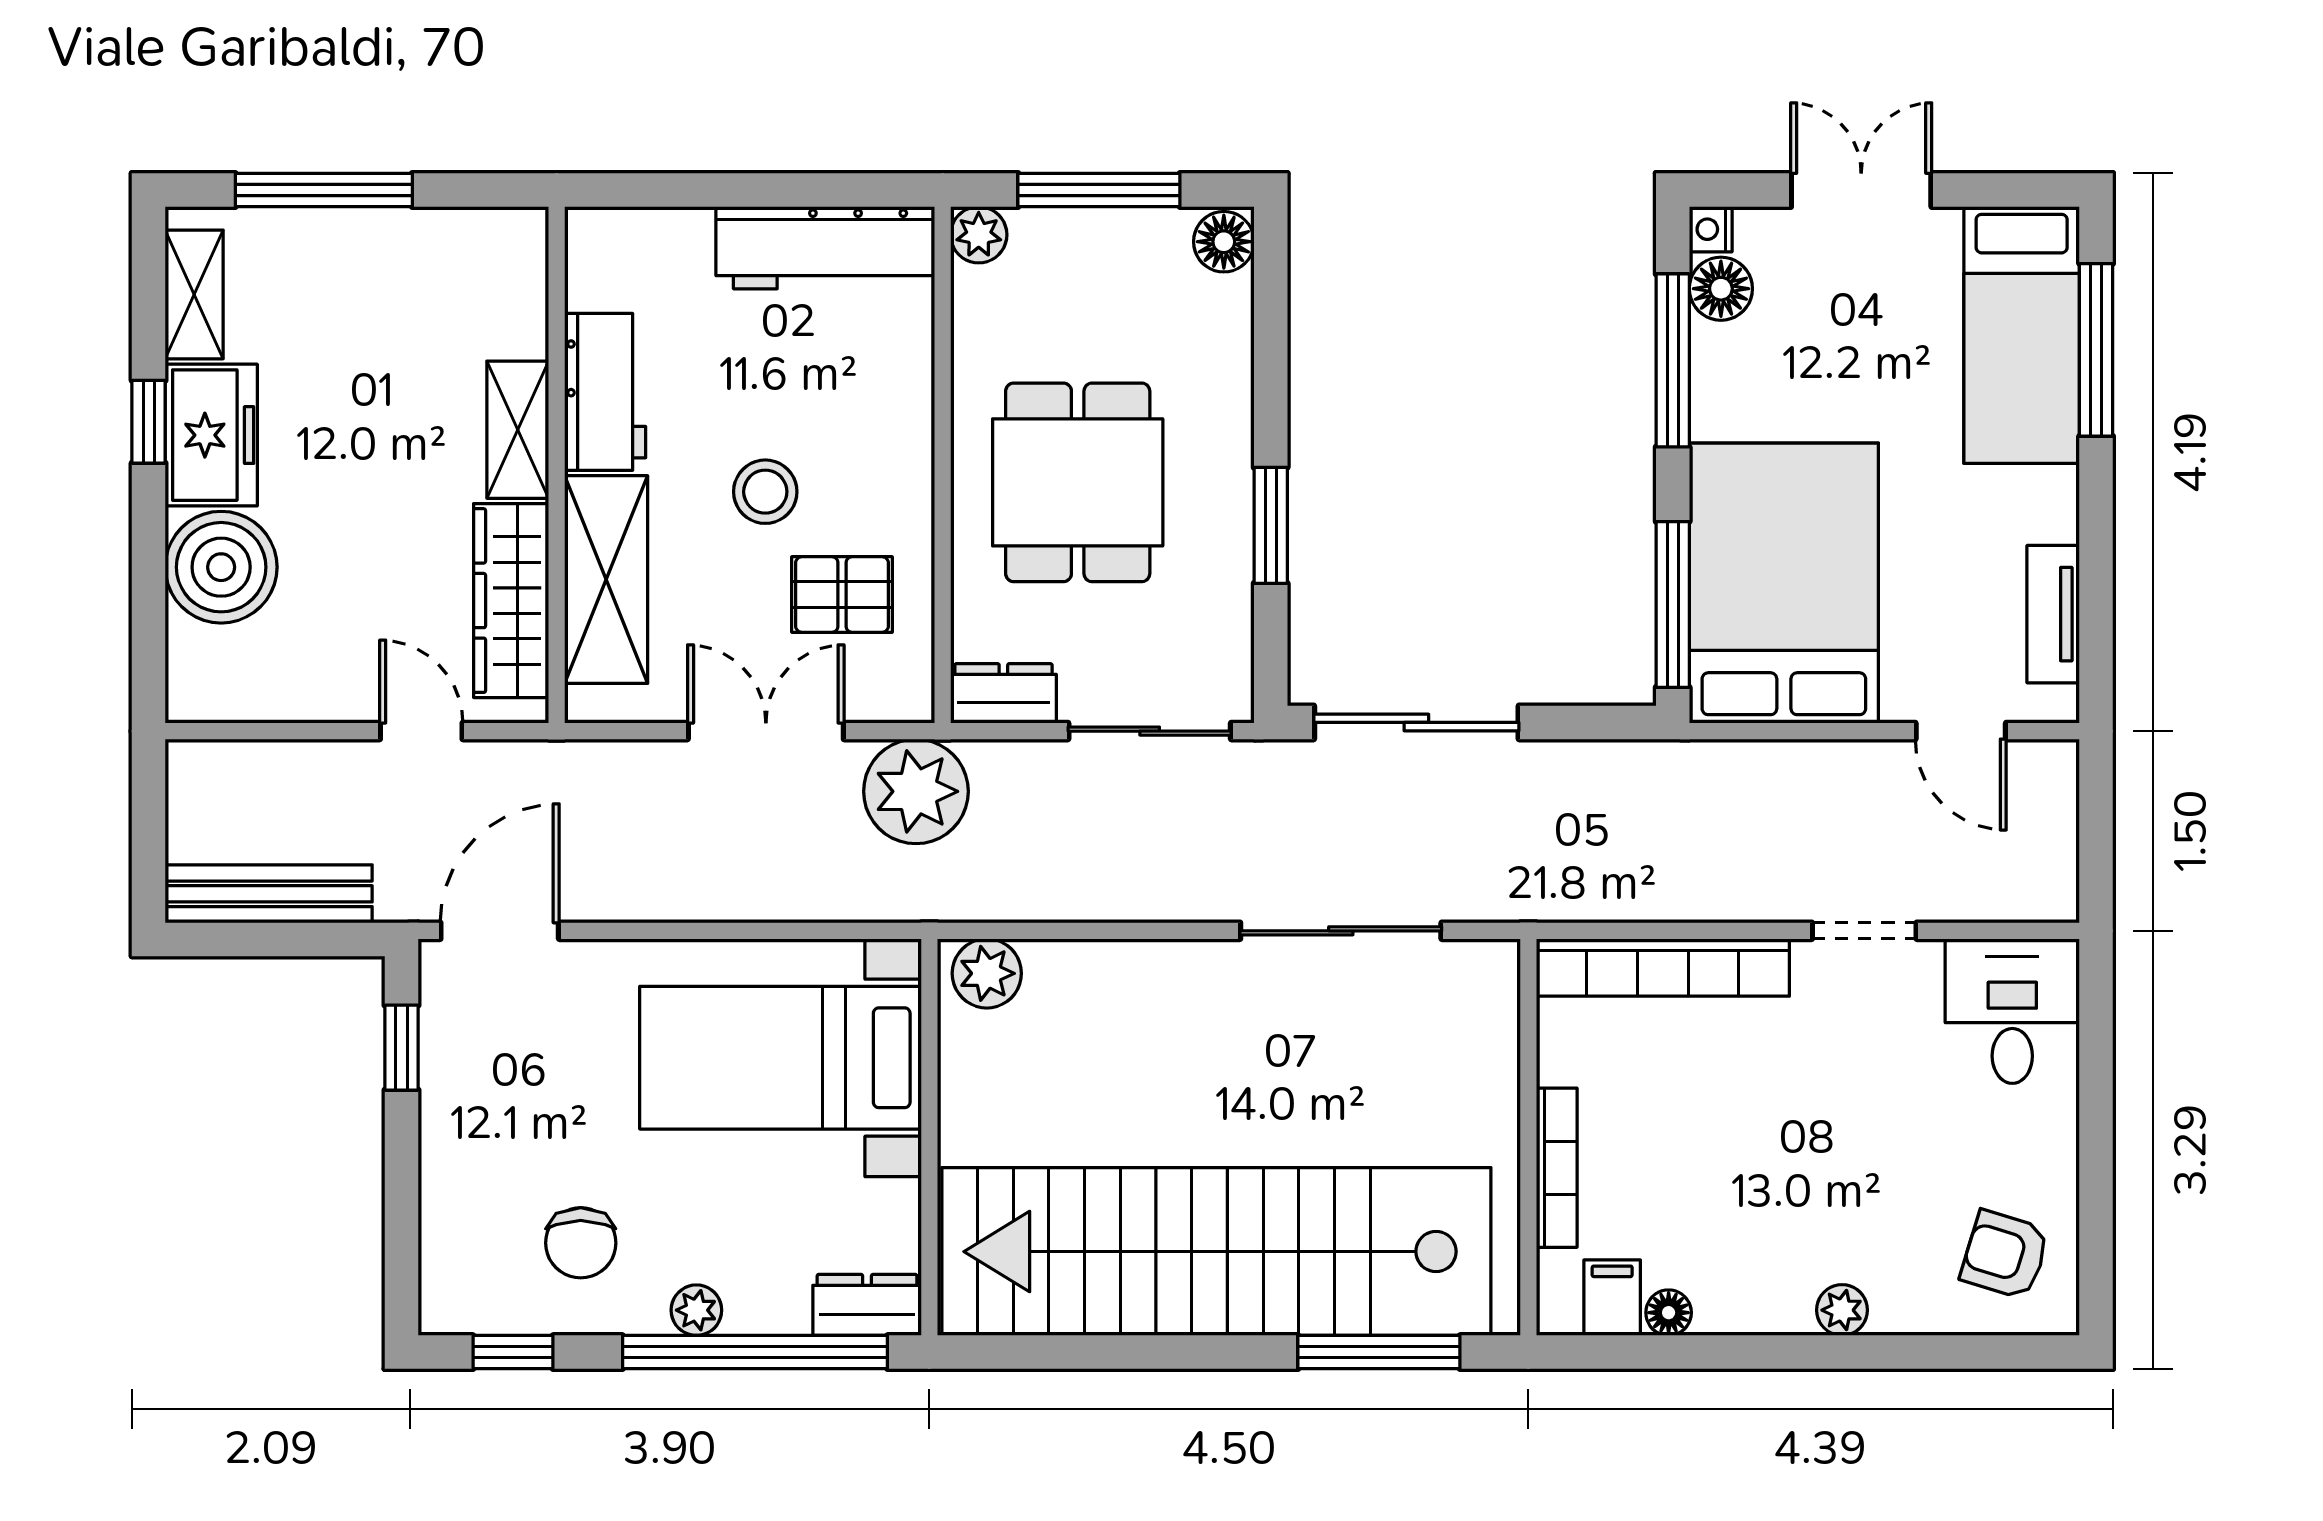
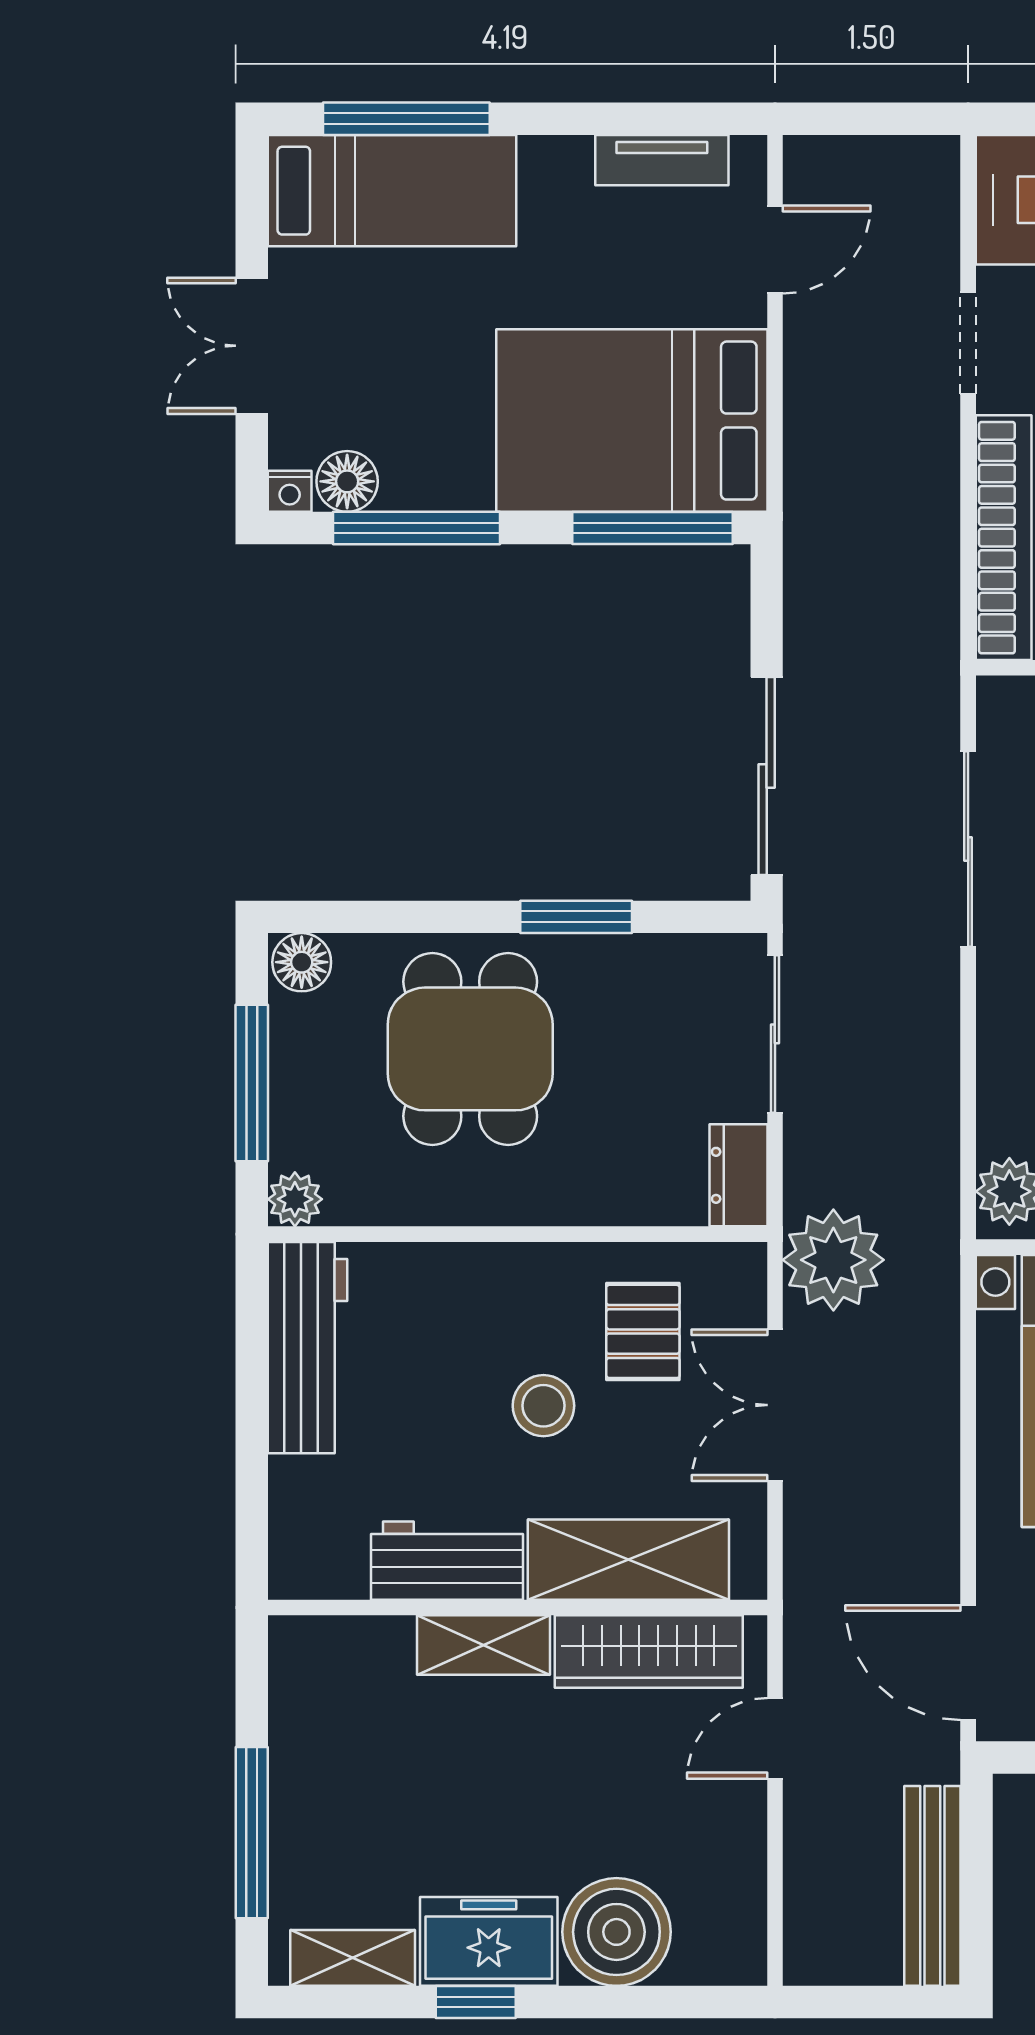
dining table: (1078, 482) -> (470, 1049), moved, turned 90

